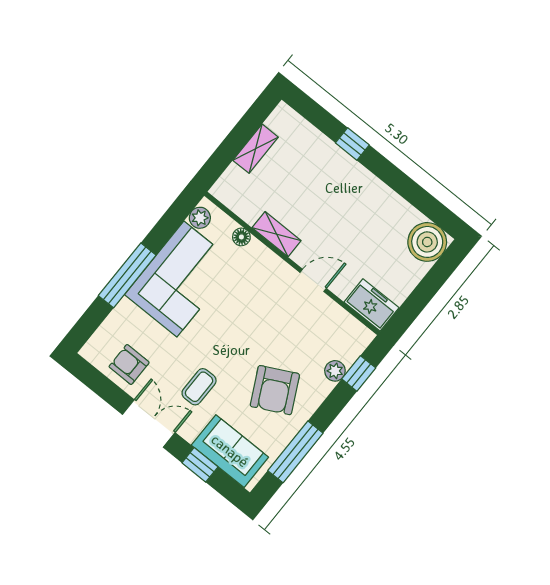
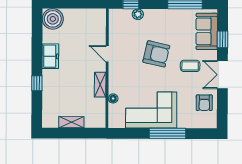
plant: (200, 218) -> (119, 122), removed
freezer: (372, 305) -> (50, 56), moved, turned 180
armchair: (275, 390) -> (156, 54), moved, turned 40

